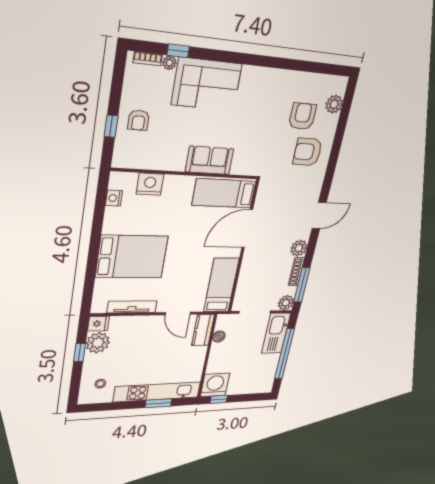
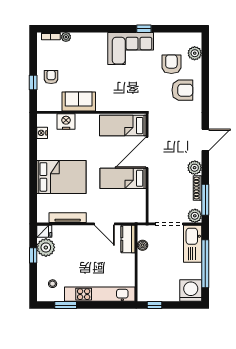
window: (178, 51) -> (144, 29), moved
corner sofa: (207, 84) -> (131, 49), moved
armchair: (139, 120) -> (51, 77), turned 180
armchair: (308, 152) -> (182, 90), turned 180
sofa: (209, 160) -> (79, 102), moved
bed: (221, 285) -> (123, 178), moved, turned -90
washing machine: (215, 385) -> (191, 291), moved
window: (158, 403) -> (66, 305), moved

